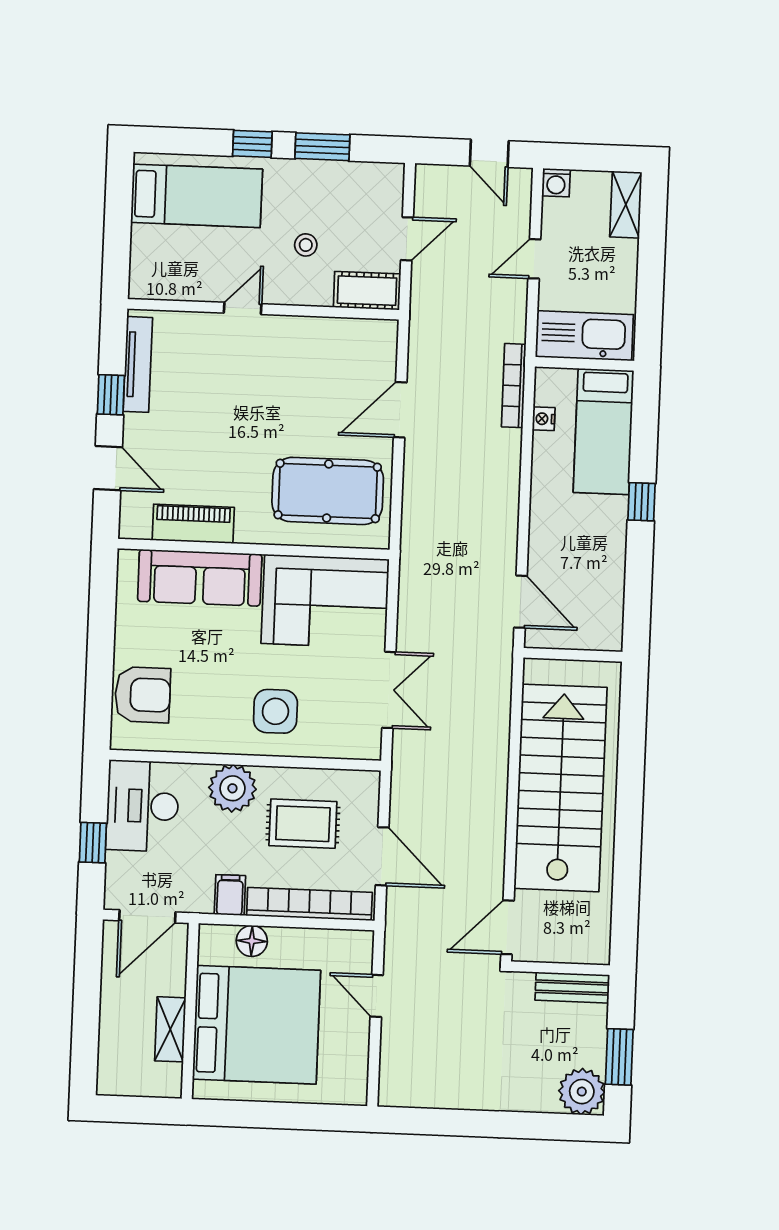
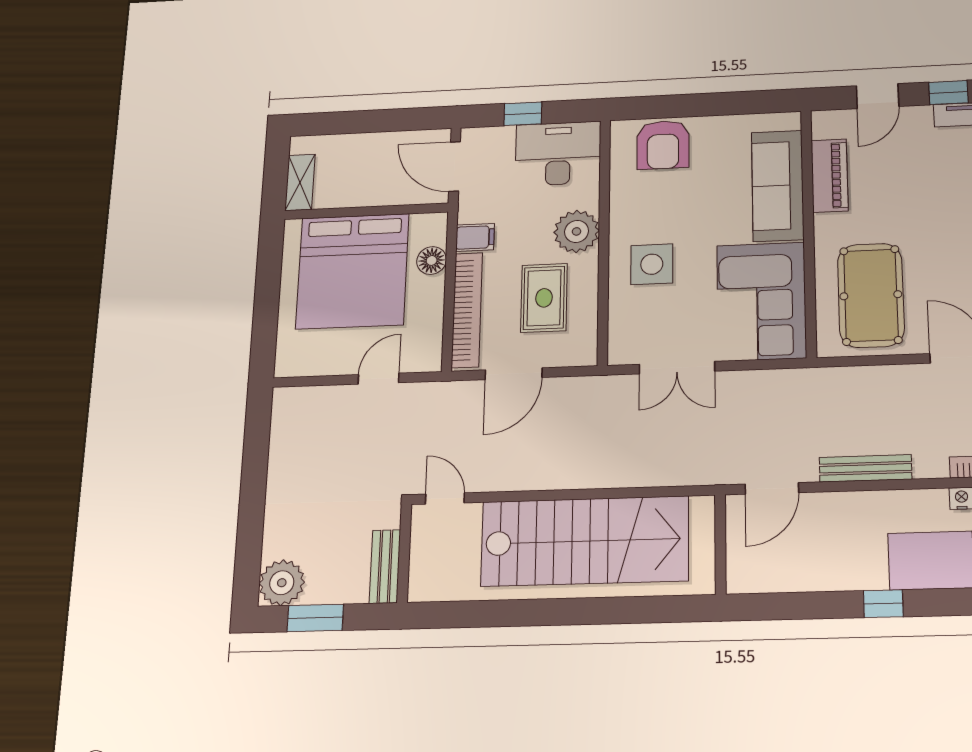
bench: (507, 509) -> (865, 468), added
door: (507, 927) -> (445, 498), width x0.73
shelving: (170, 1029) -> (300, 182), moved, turned 90

